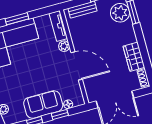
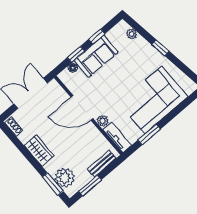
window: (17, 19) -> (149, 134), moved
wardrobe: (134, 57) -> (39, 150), moved

